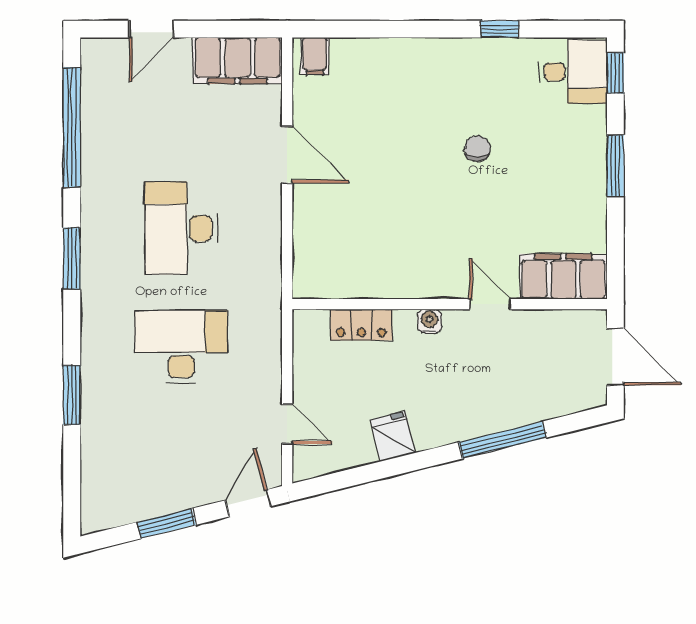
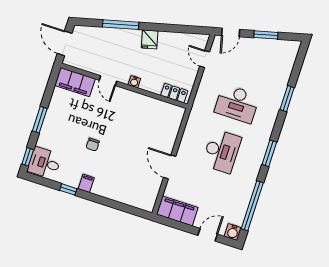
water cooler: (96, 54) -> (233, 232), added
filing cabinet: (315, 56) -> (86, 183), moved
locker: (361, 325) -> (174, 93), moved
fridge: (393, 436) -> (150, 39), moved

